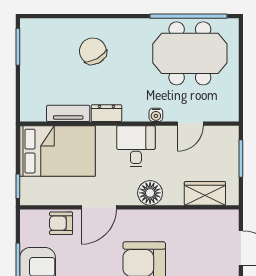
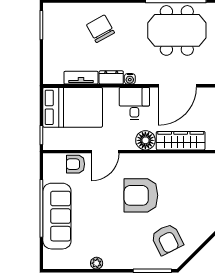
water cooler: (156, 115) -> (130, 79), moved
door: (190, 124) -> (177, 86), width x1.88
wardrobe: (205, 193) -> (181, 141), width x1.50

